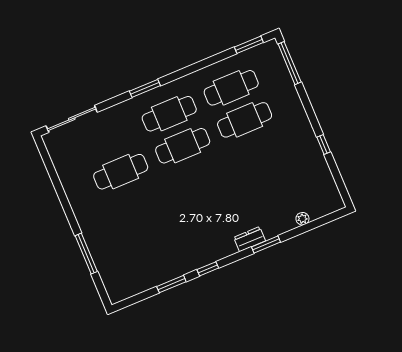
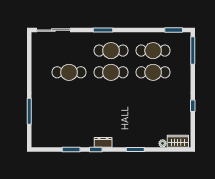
wardrobe: (324, 206) -> (178, 141), added
dresser: (250, 239) -> (103, 142), moved

